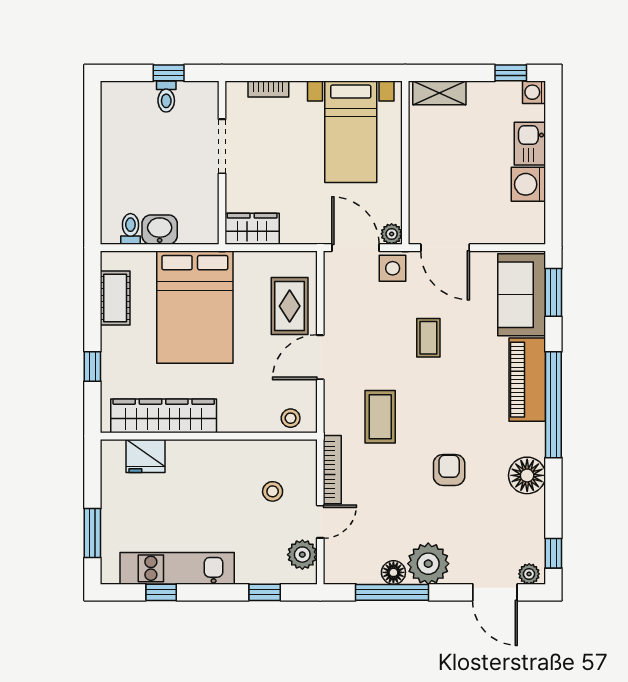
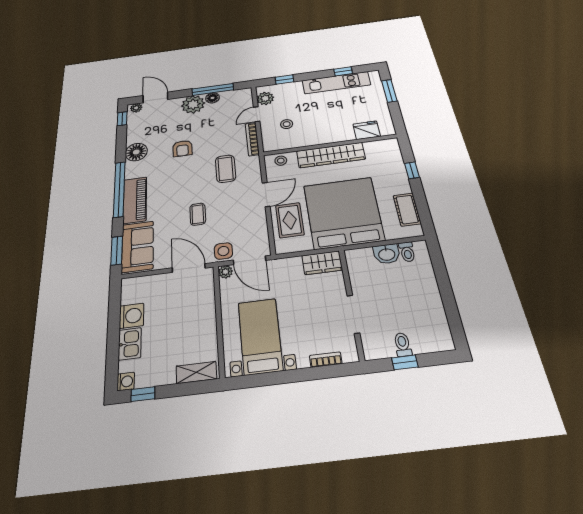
bed: (195, 307) -> (343, 213), width x1.36
wardrobe: (164, 416) -> (331, 155), moved

